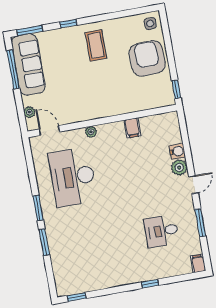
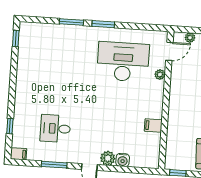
plant: (91, 132) -> (160, 74), moved
desk: (162, 231) -> (55, 129), turned -90
window: (150, 284) -> (10, 126), moved

